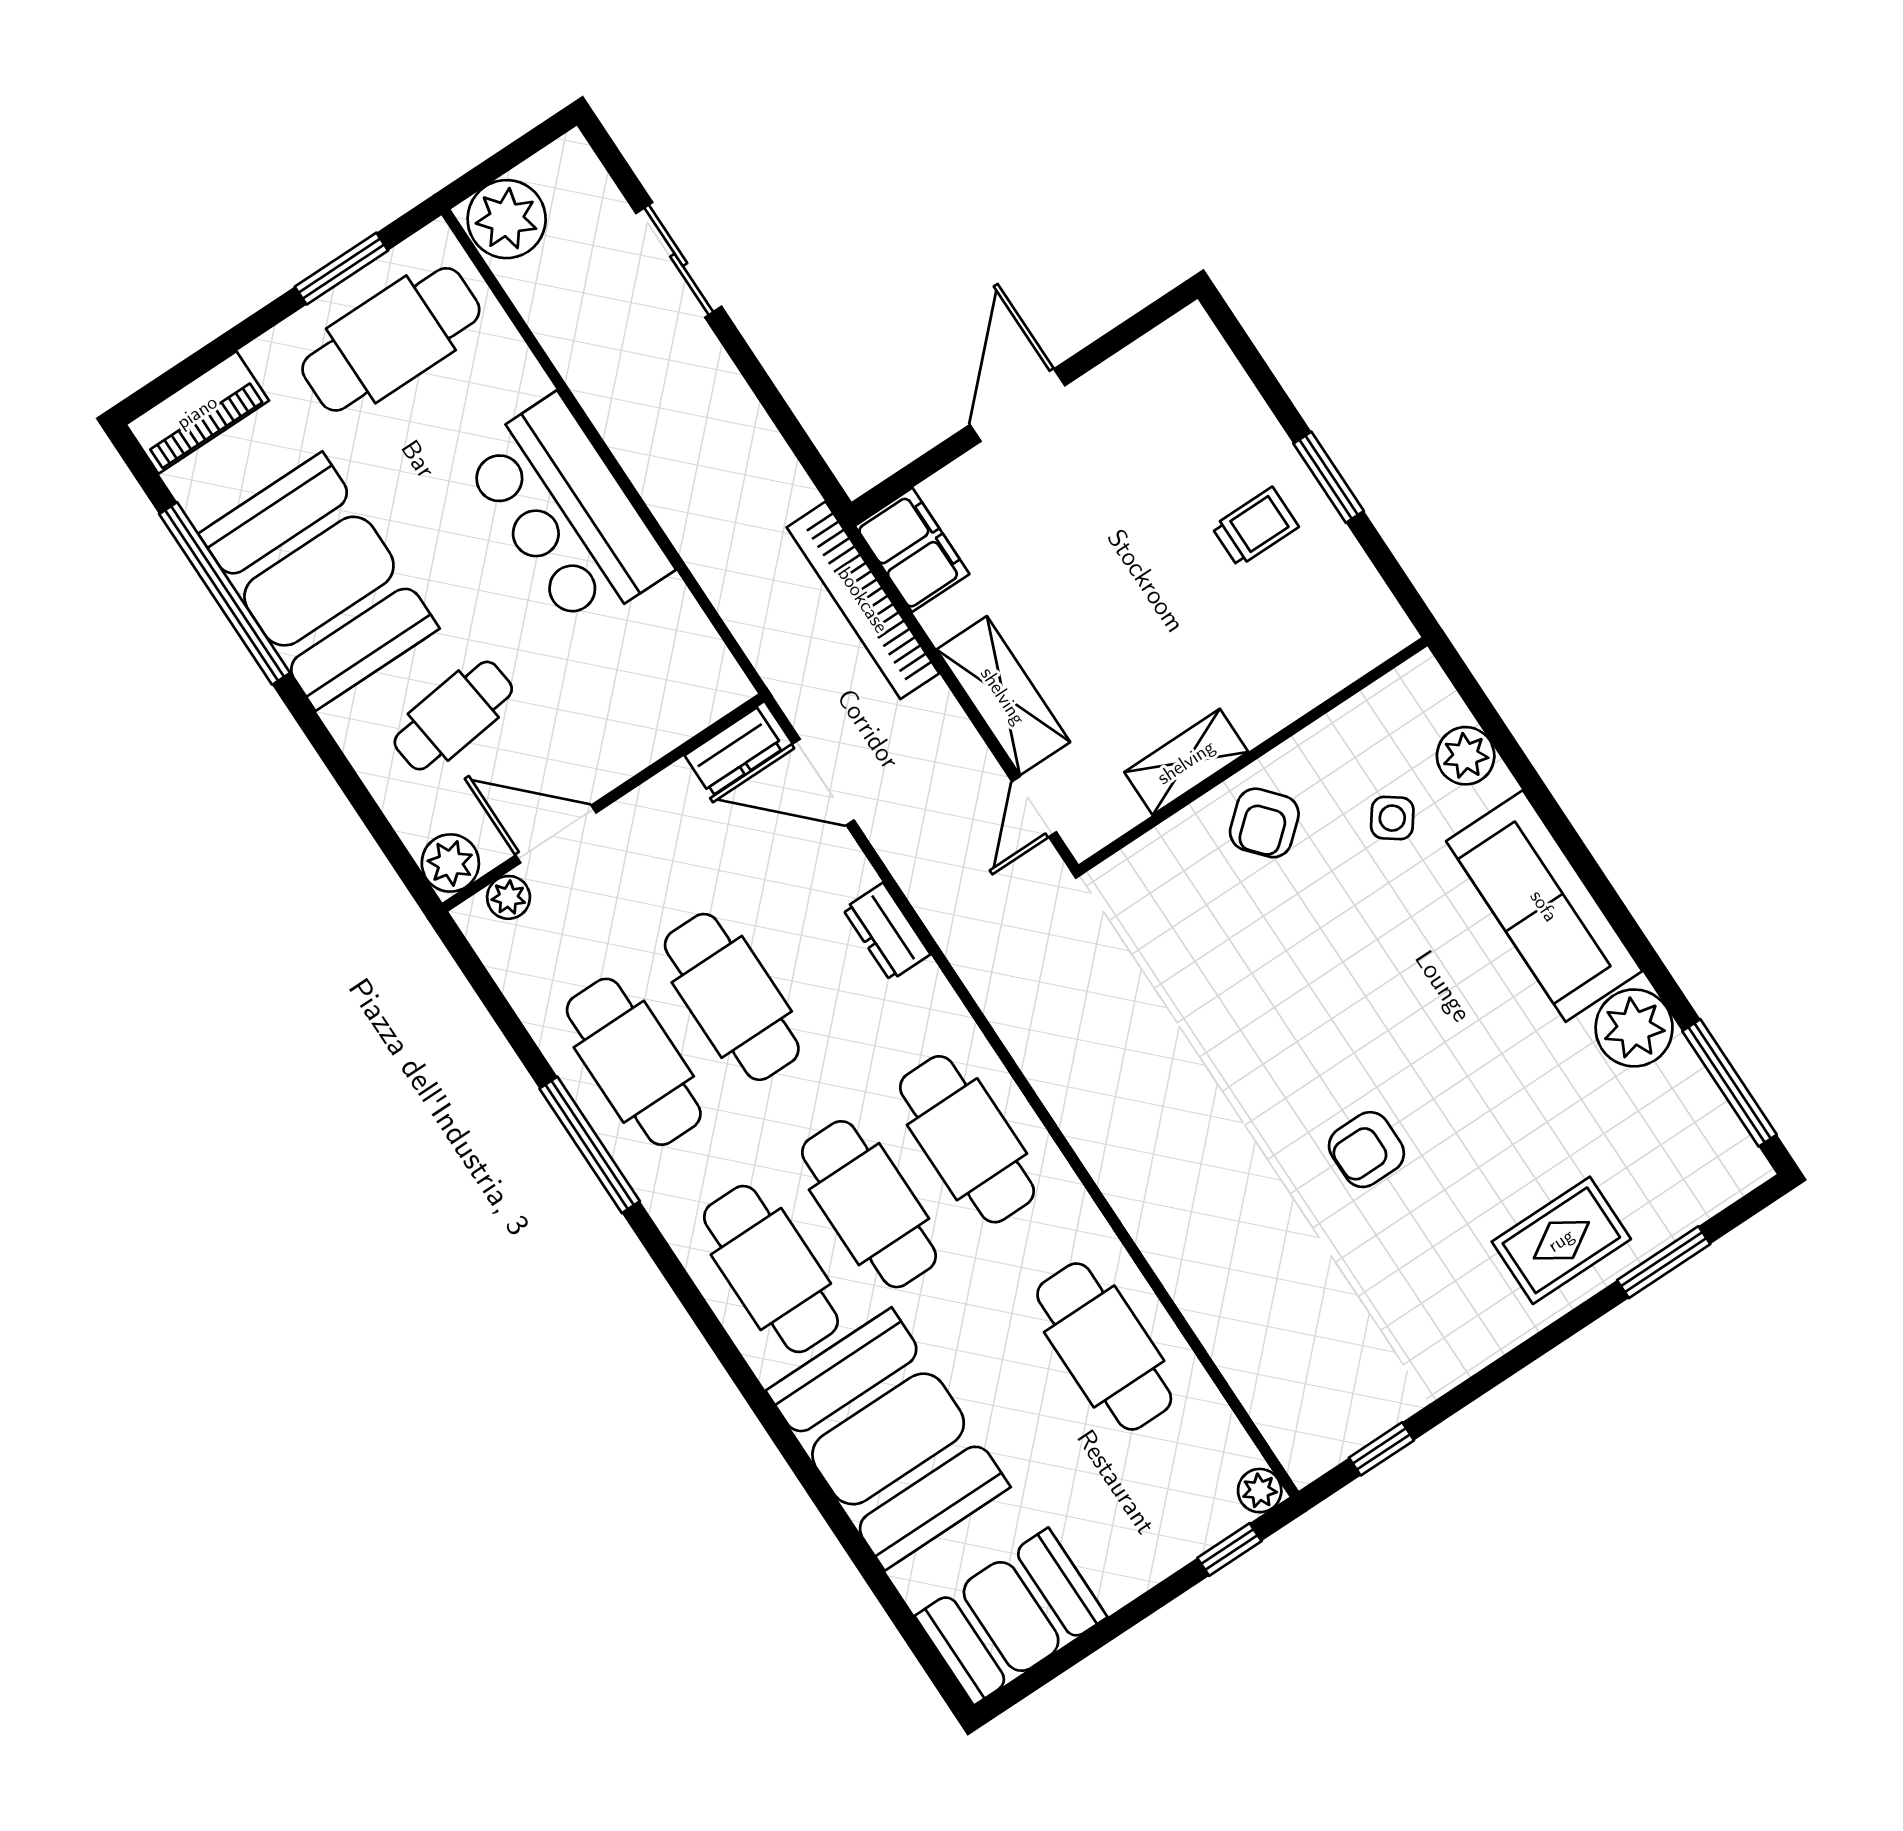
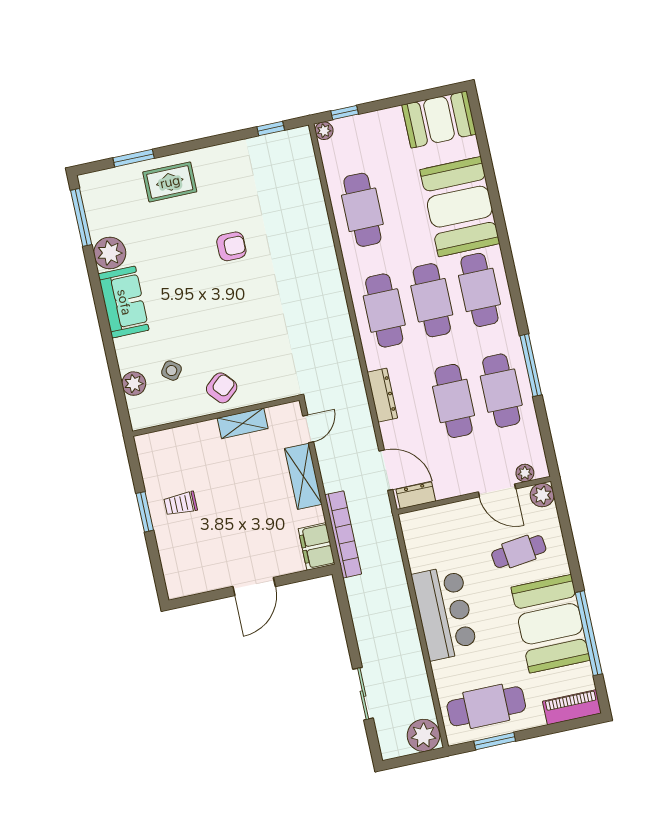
sofa: (1544, 906) -> (124, 302), width x0.73
dresser: (887, 932) -> (382, 395), width x1.44

